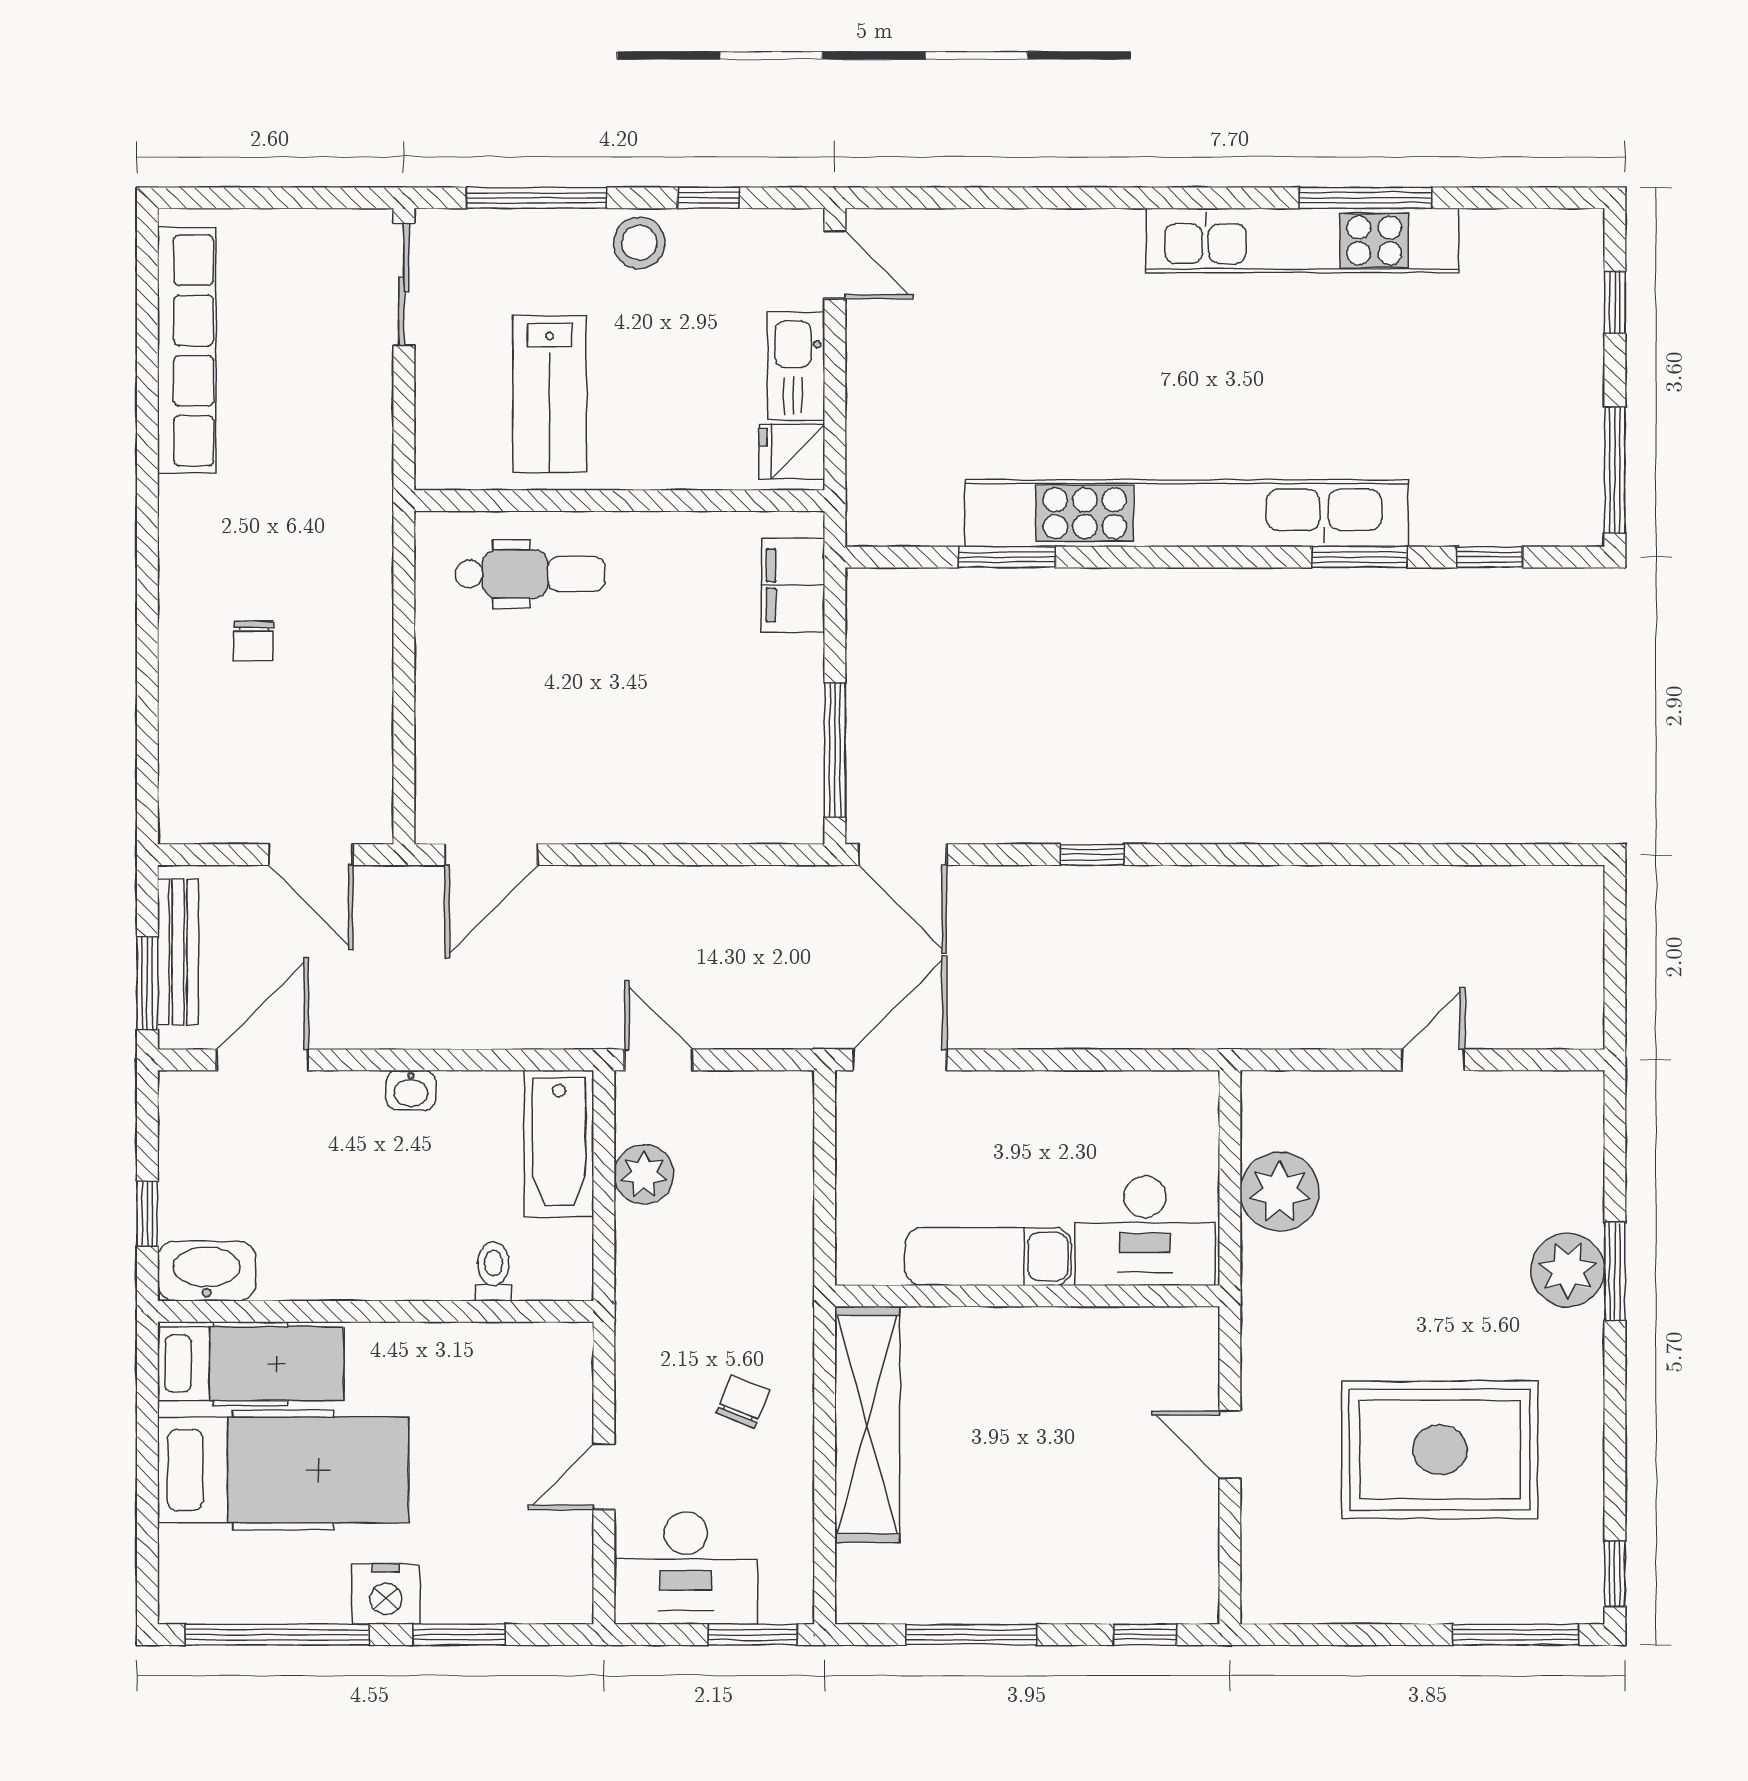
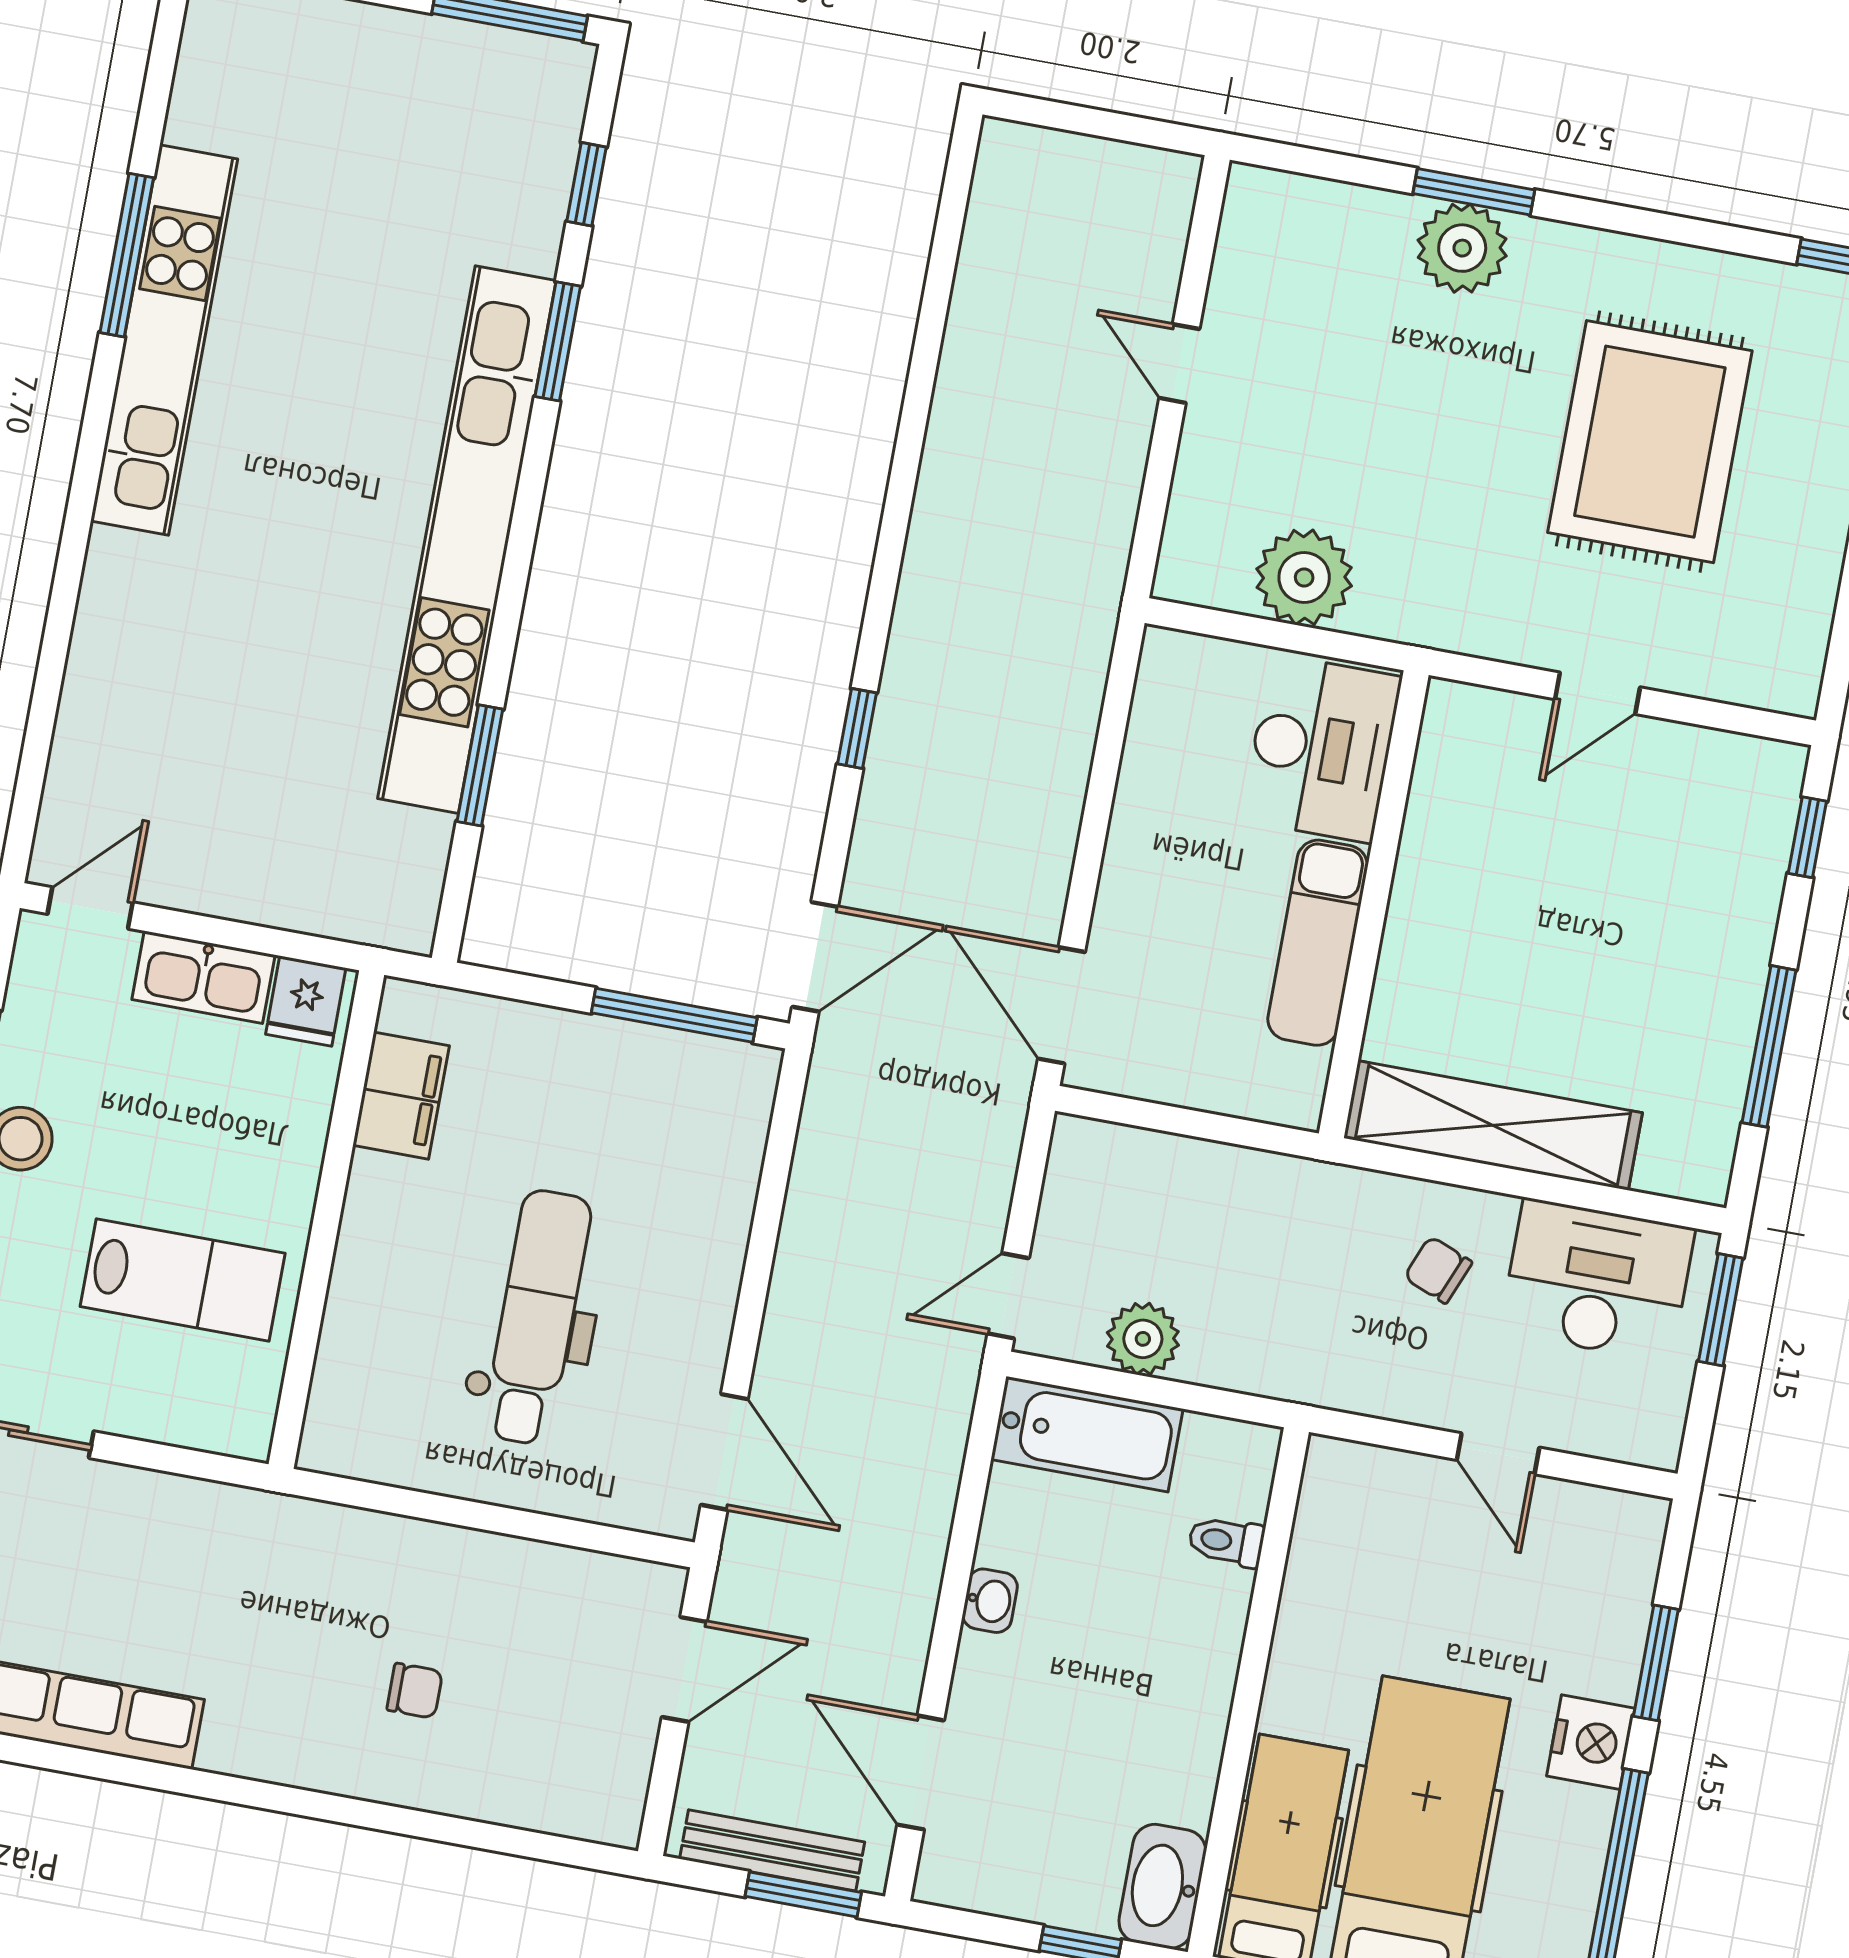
dental chair: (530, 574) -> (537, 1317), moved, width x1.36, depth x1.38
filing cabinet: (793, 585) -> (401, 1096), moved, turned -90
desk: (686, 1568) -> (1597, 1280), moved, turned -90

